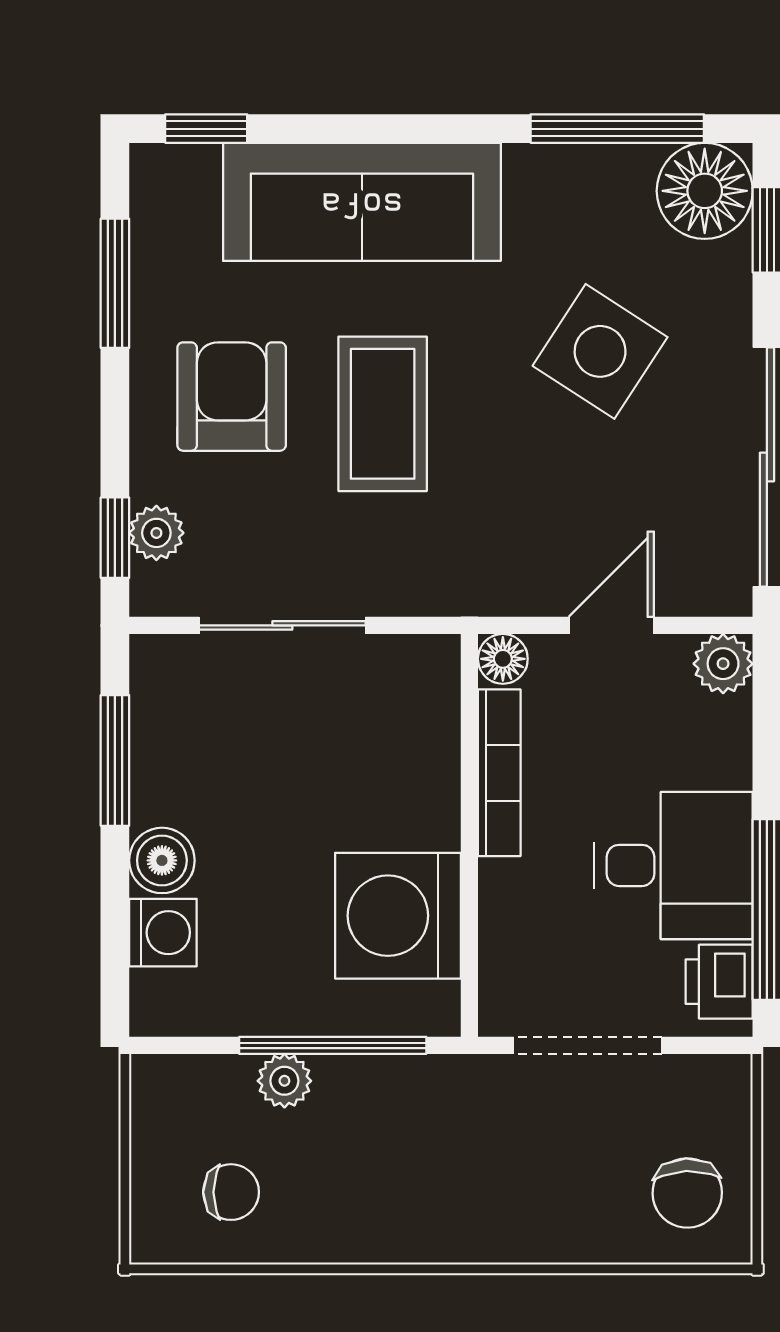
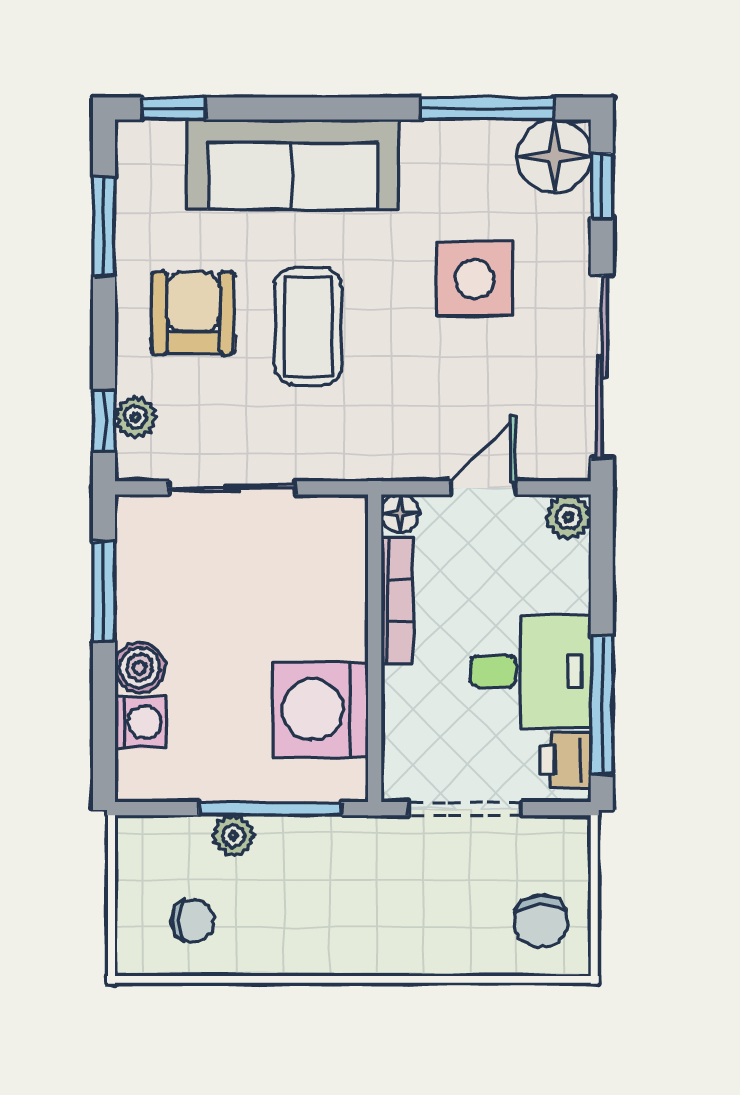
side table: (600, 351) -> (474, 279), turned -33

